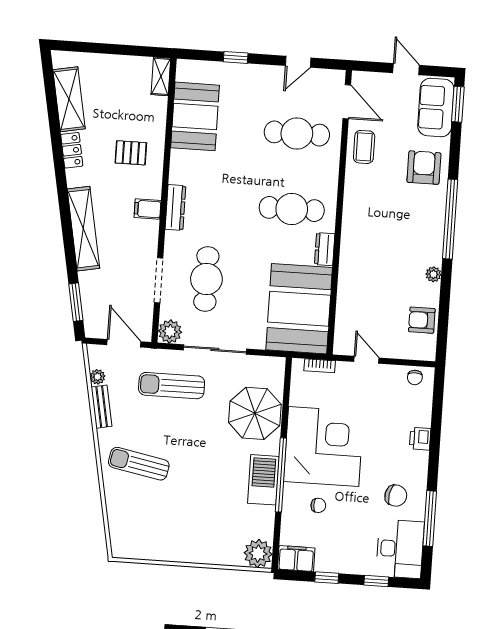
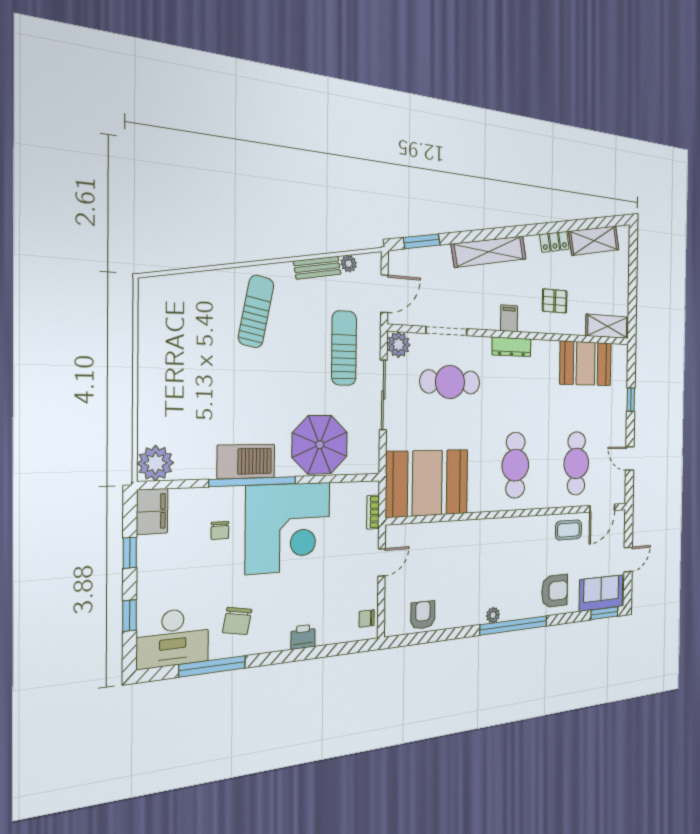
shelving: (161, 76) -> (607, 326), width x1.50, depth x1.33
pallet: (131, 153) -> (555, 301), turned 90
dresser: (325, 249) -> (483, 503), removed
plant: (433, 274) -> (493, 615), moved

